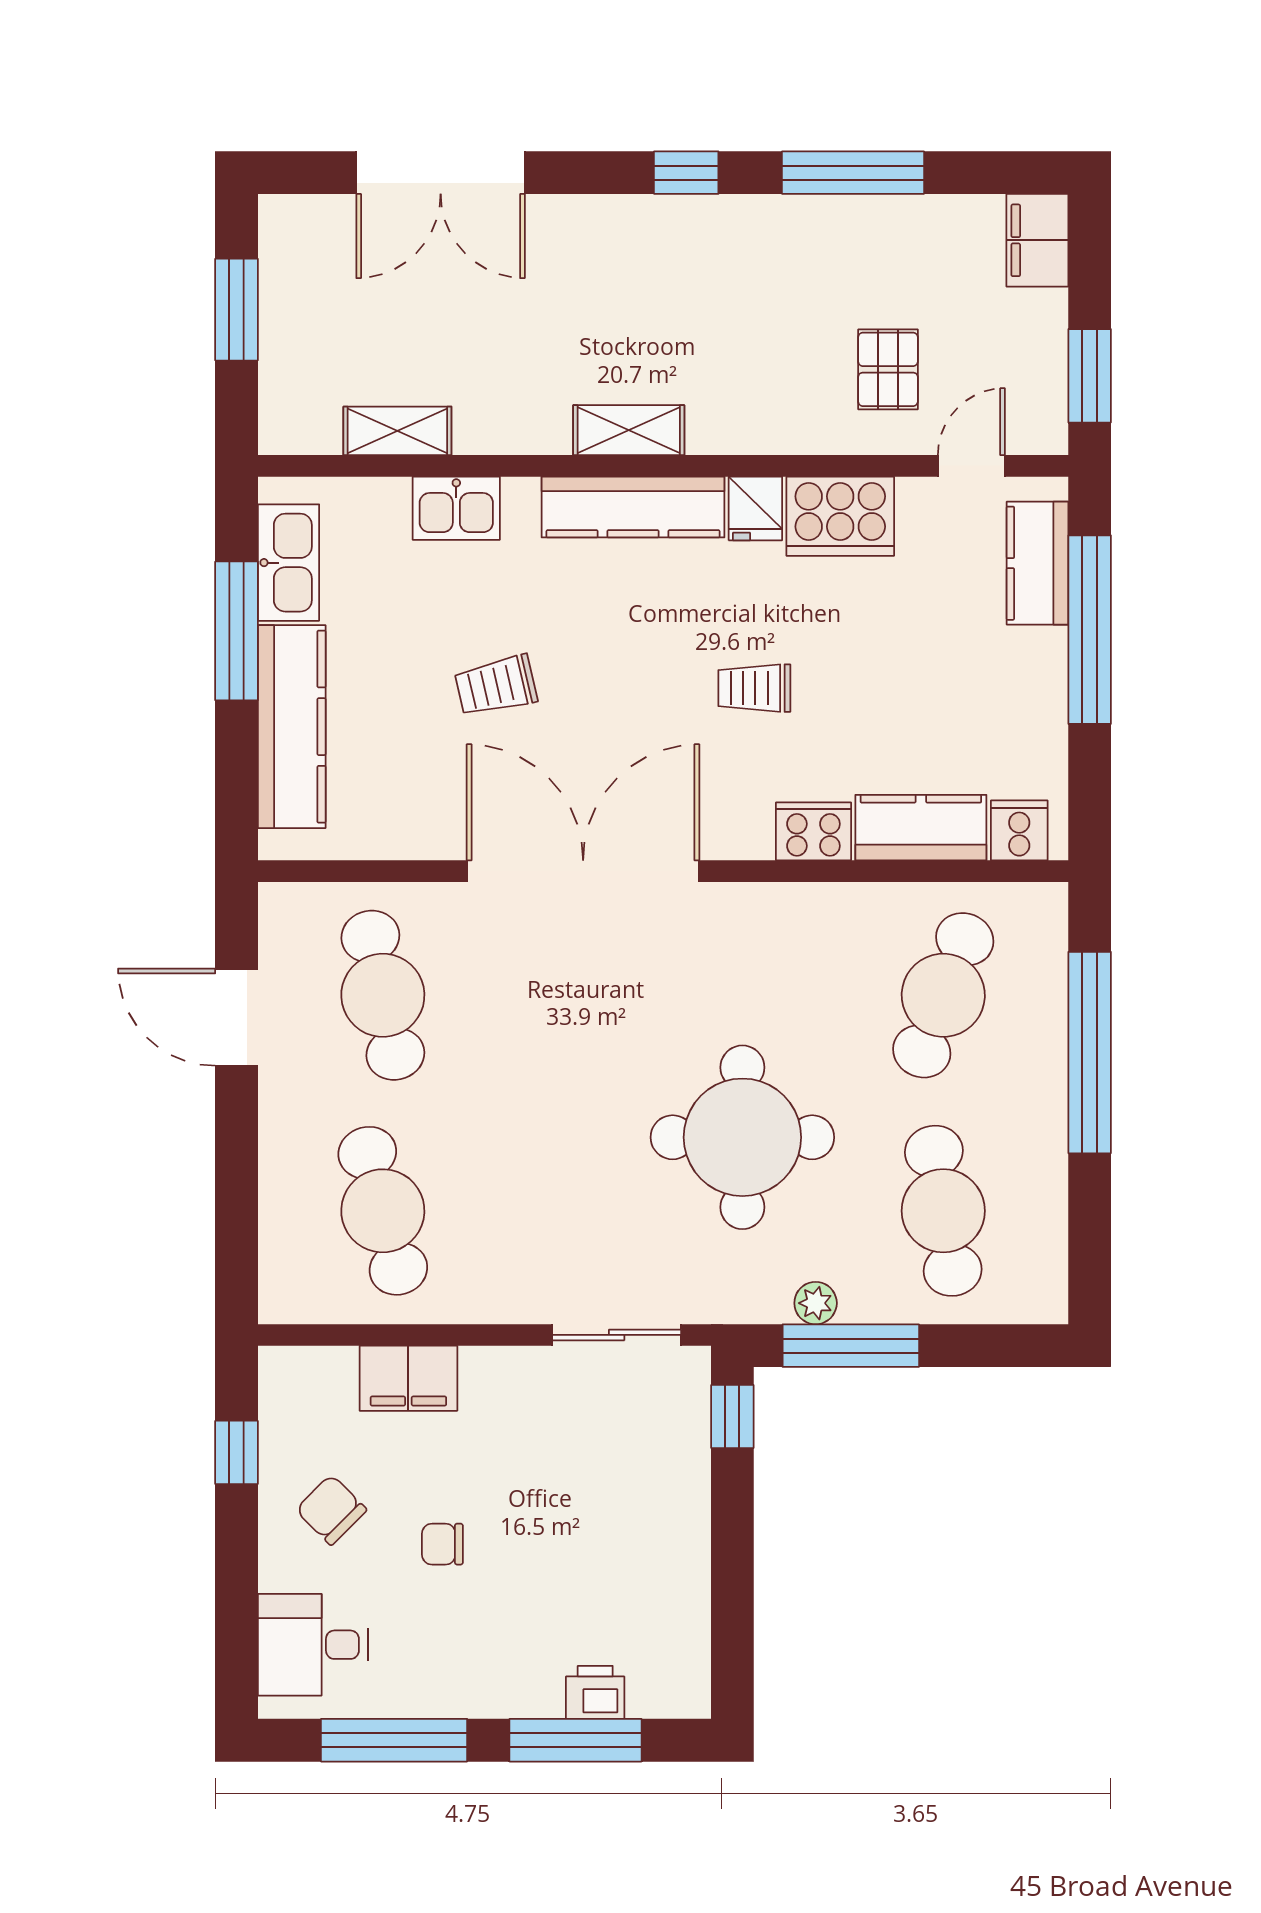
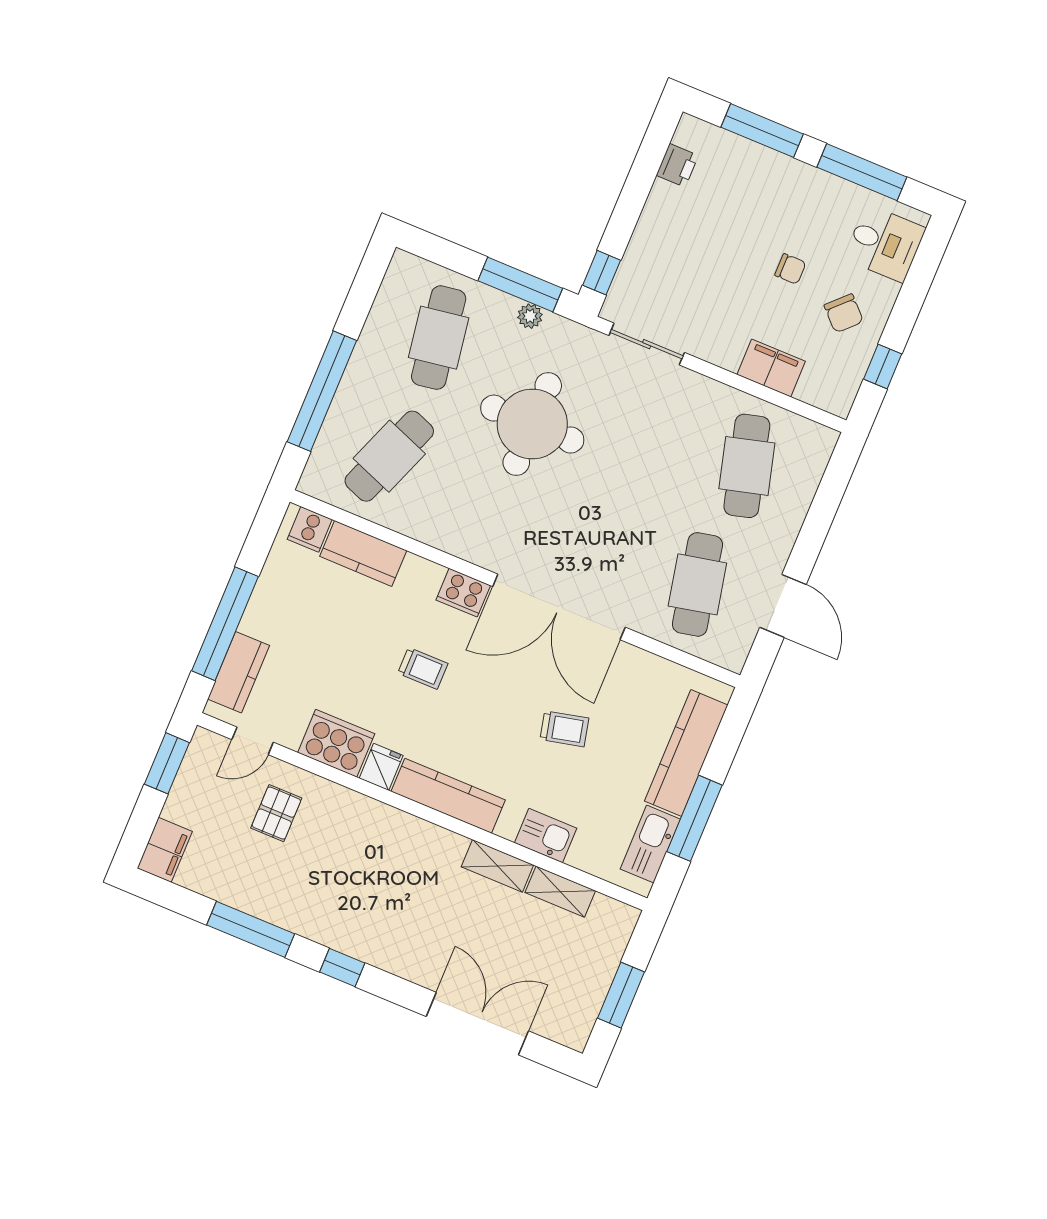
shelving: (629, 430) -> (497, 866), moved
cooker: (813, 831) -> (463, 593), moved
printer: (595, 1692) -> (677, 165), moved, turned -90

